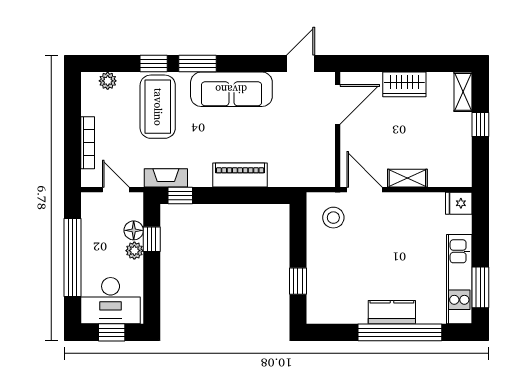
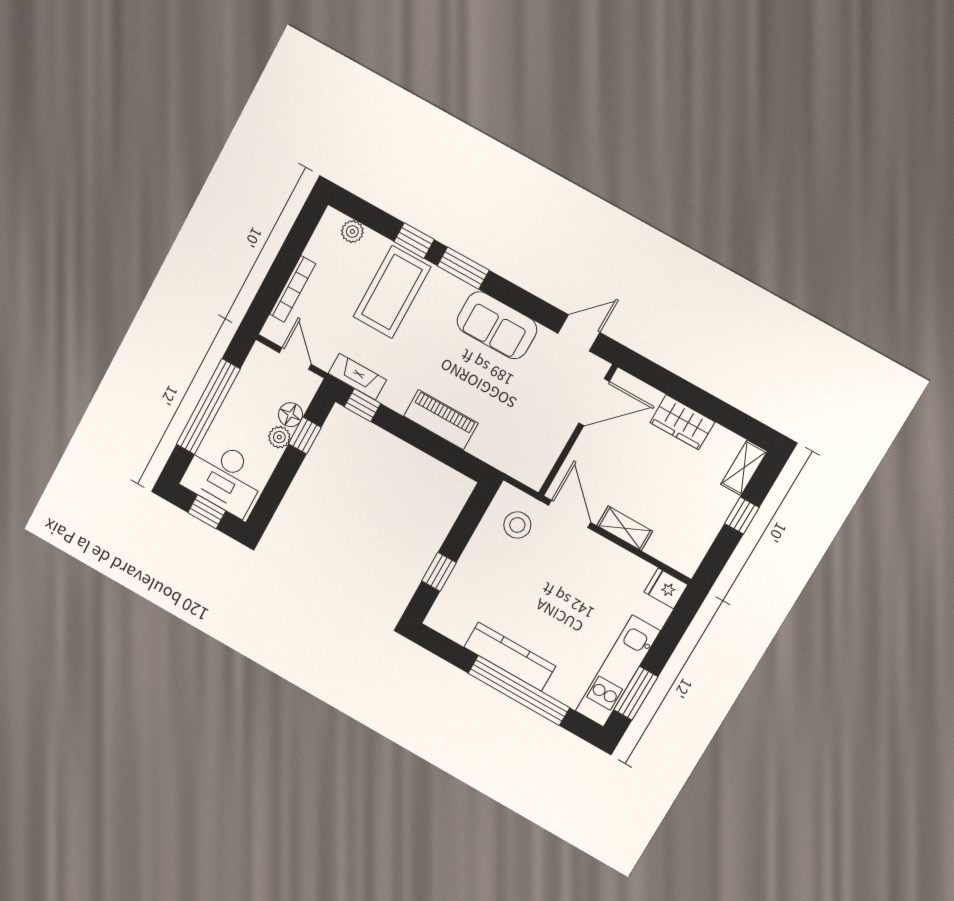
sofa: (231, 89) -> (497, 325), width x0.73
kitchen counter: (392, 312) -> (510, 657), width x1.50

